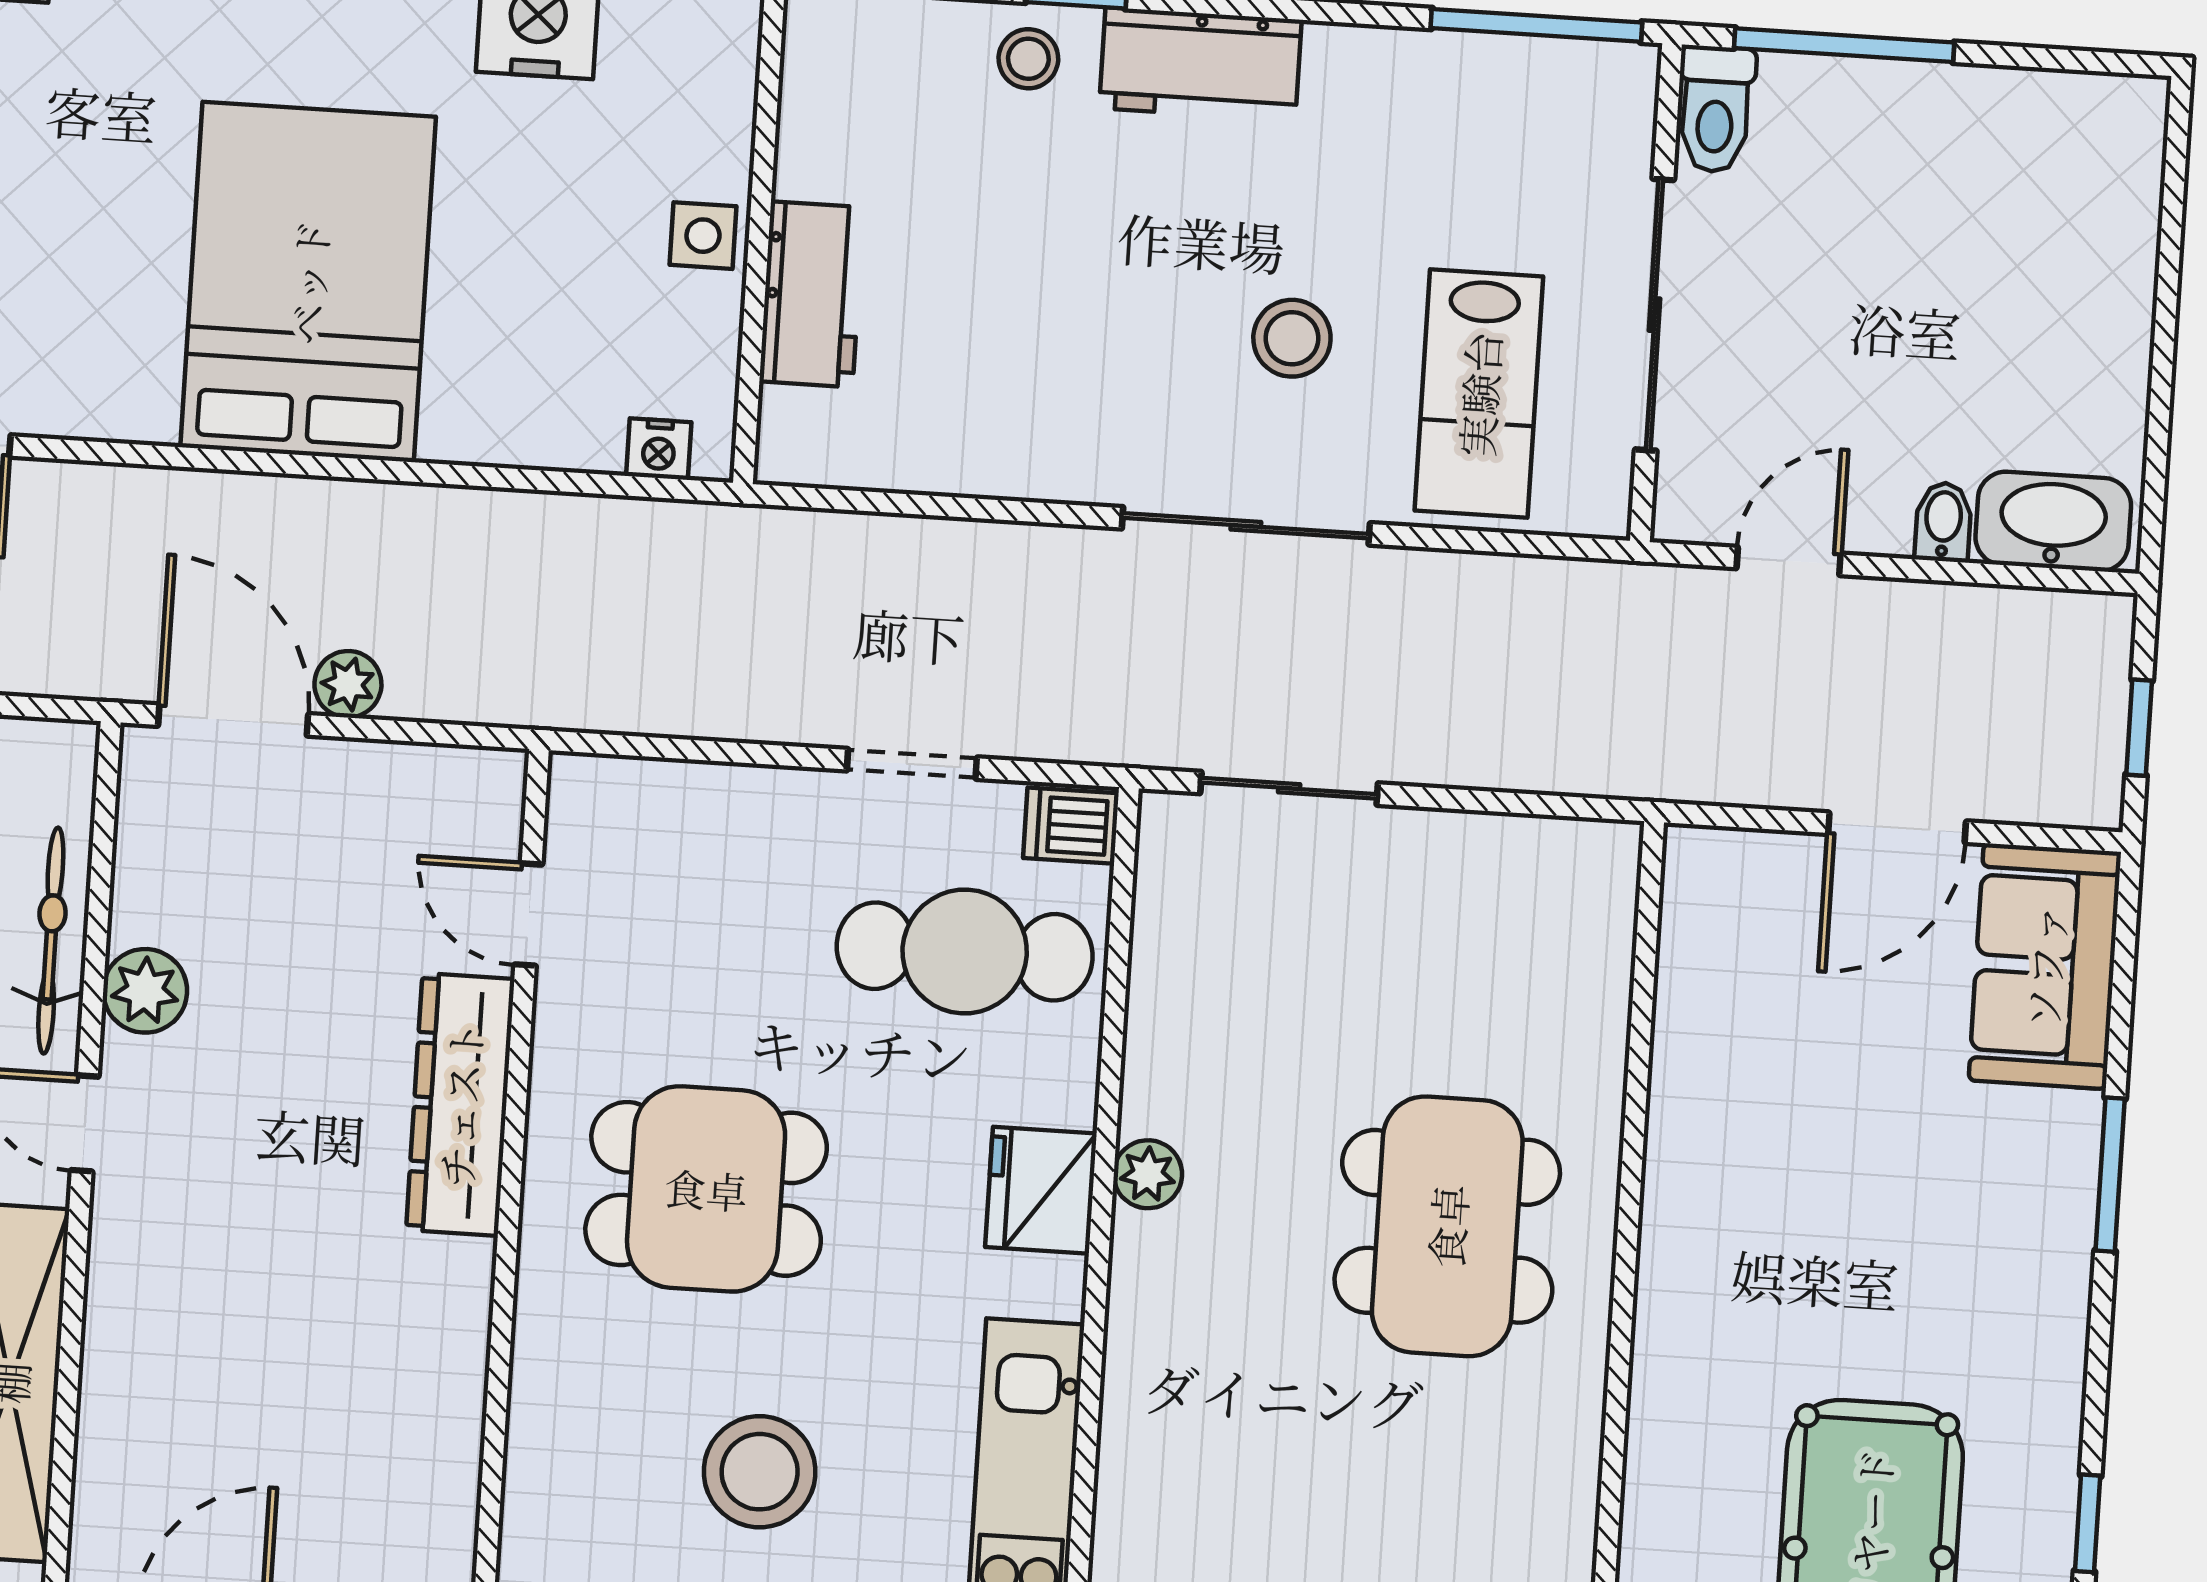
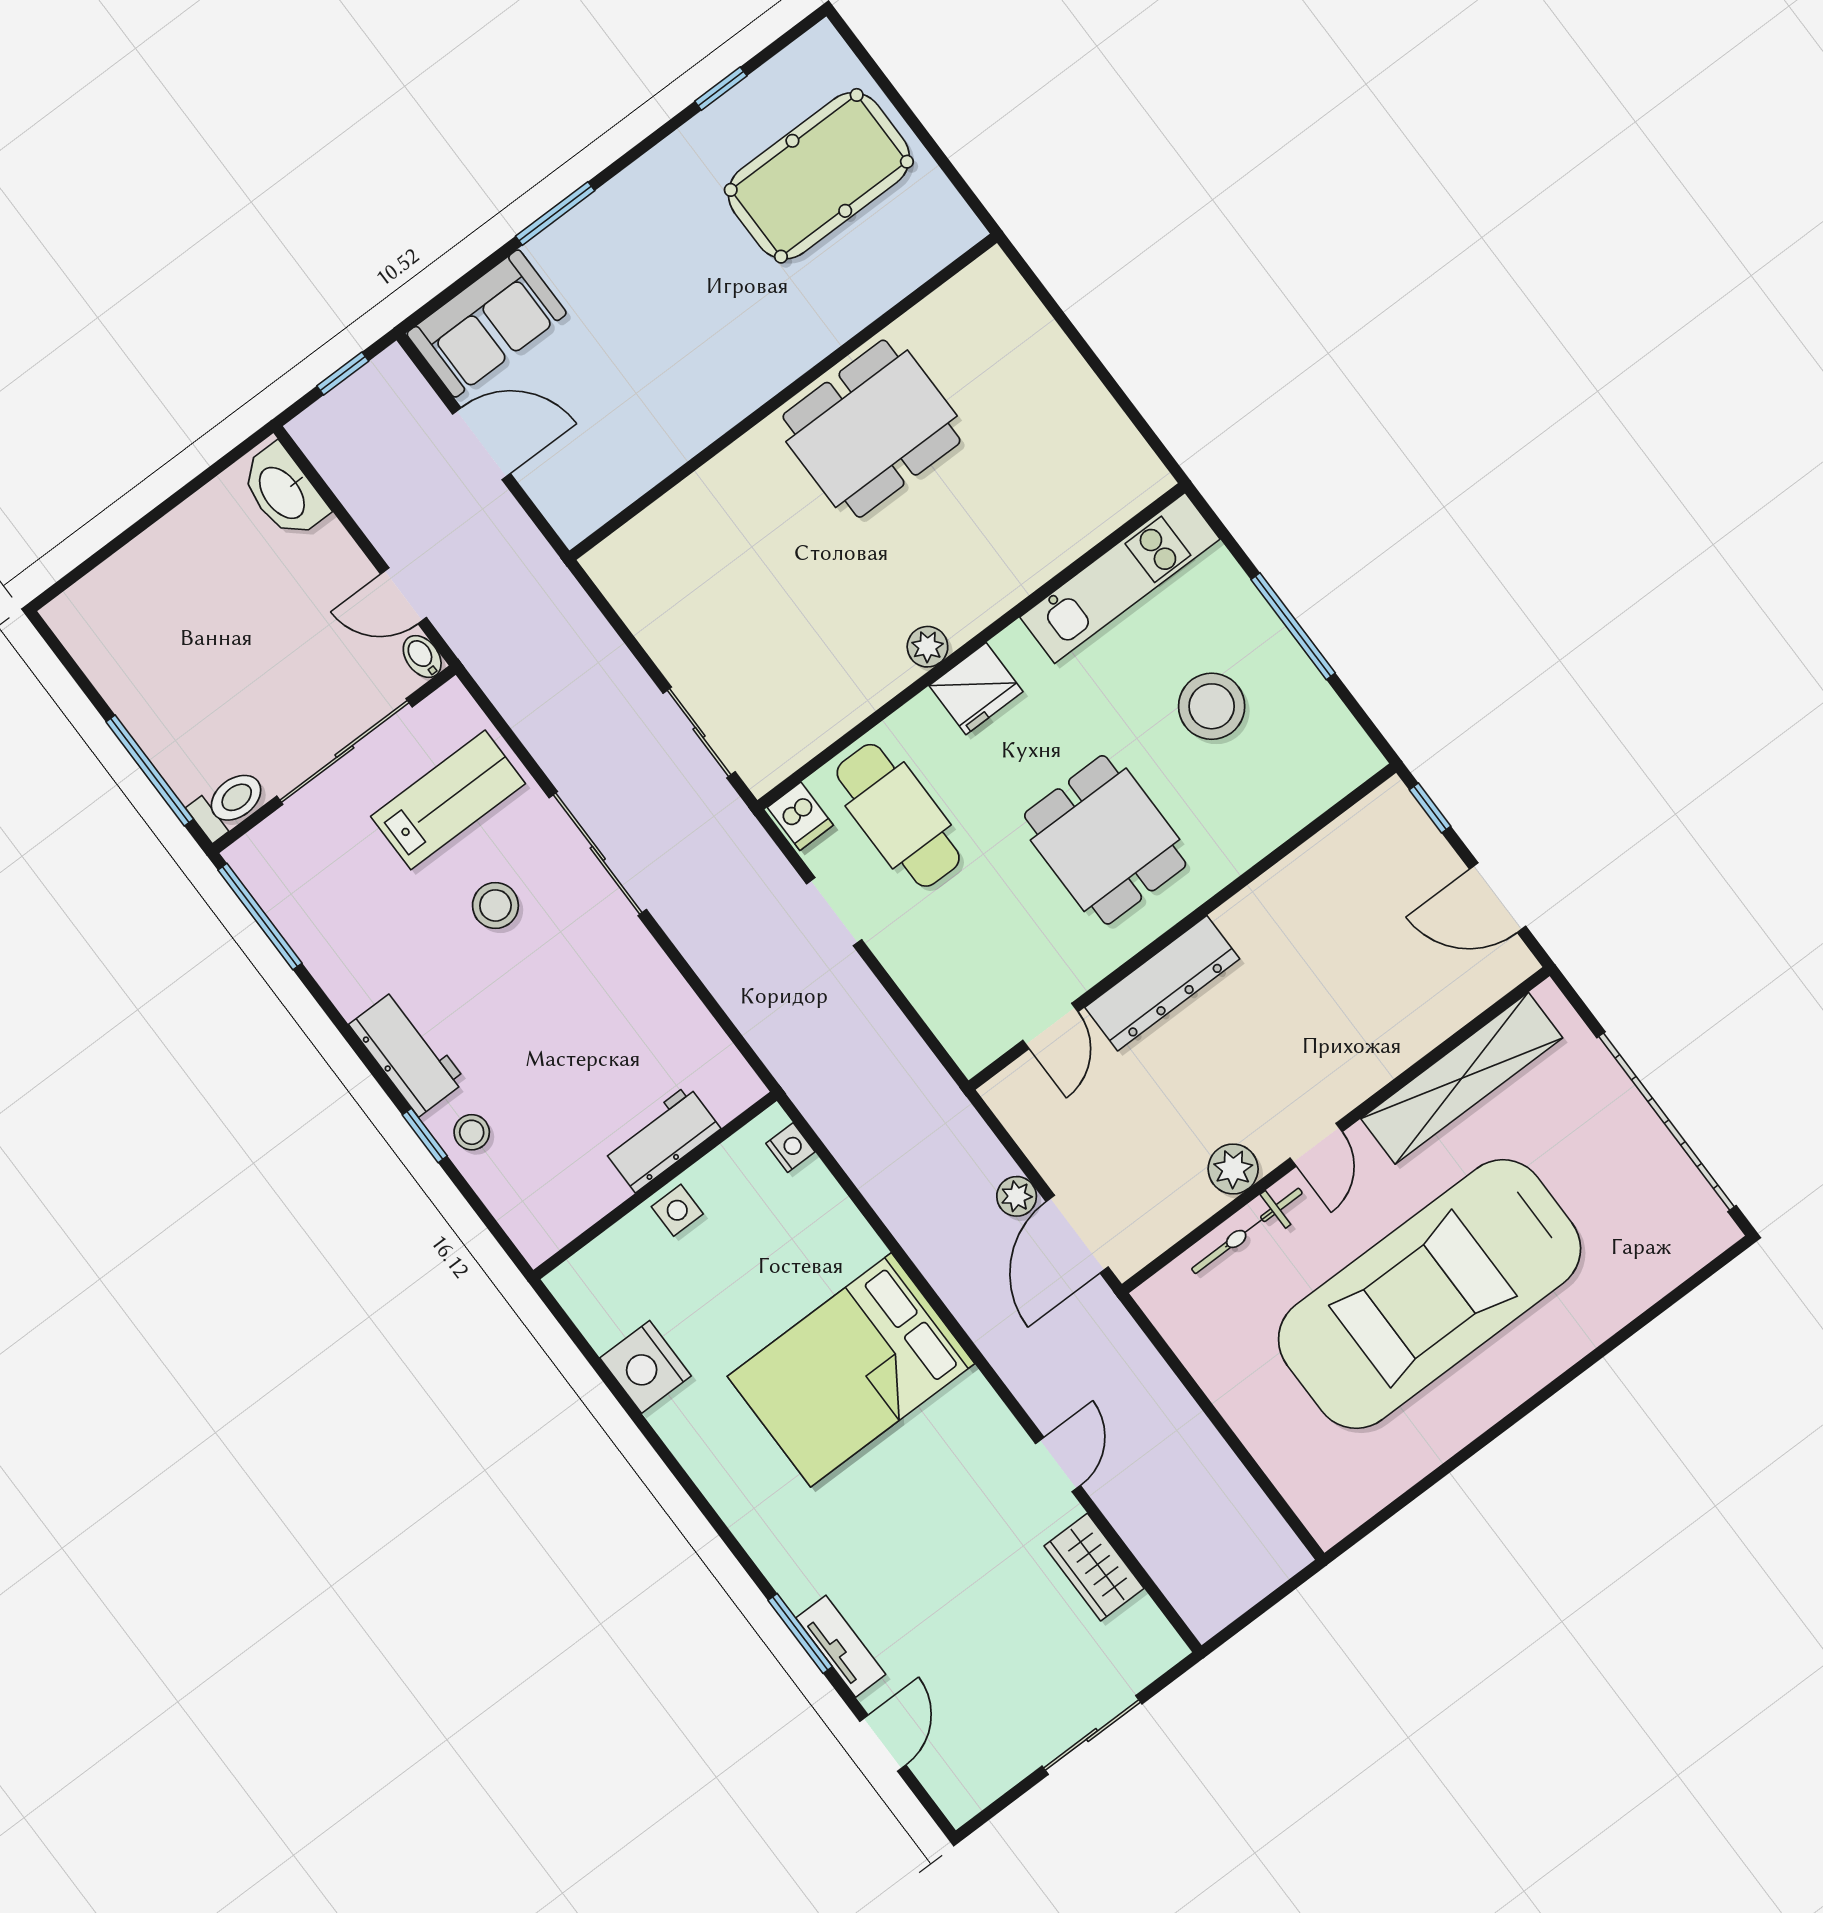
bidet: (1943, 522) -> (422, 657), moved, turned 90
dining table: (1447, 1226) -> (871, 429), moved

